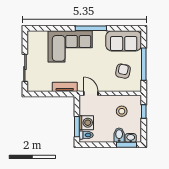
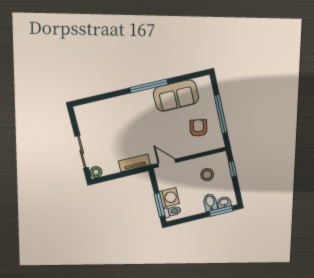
sofa: (124, 41) -> (176, 96), moved
corner sofa: (70, 46) -> (129, 114), removed
plant: (32, 87) -> (96, 172), added

